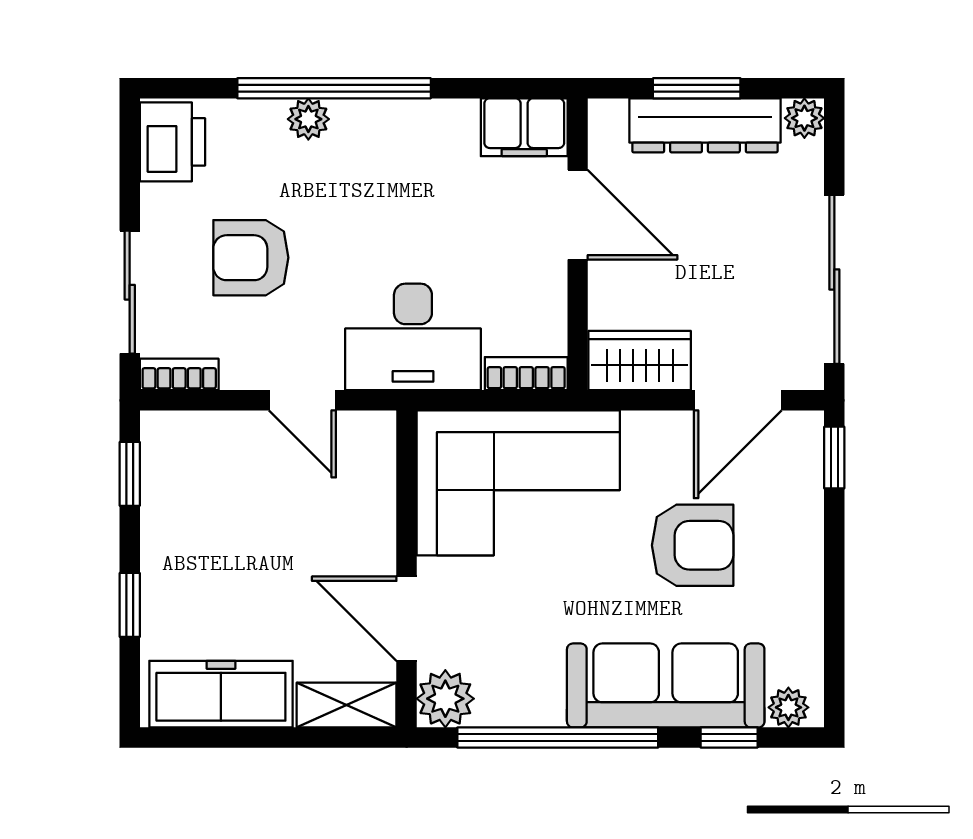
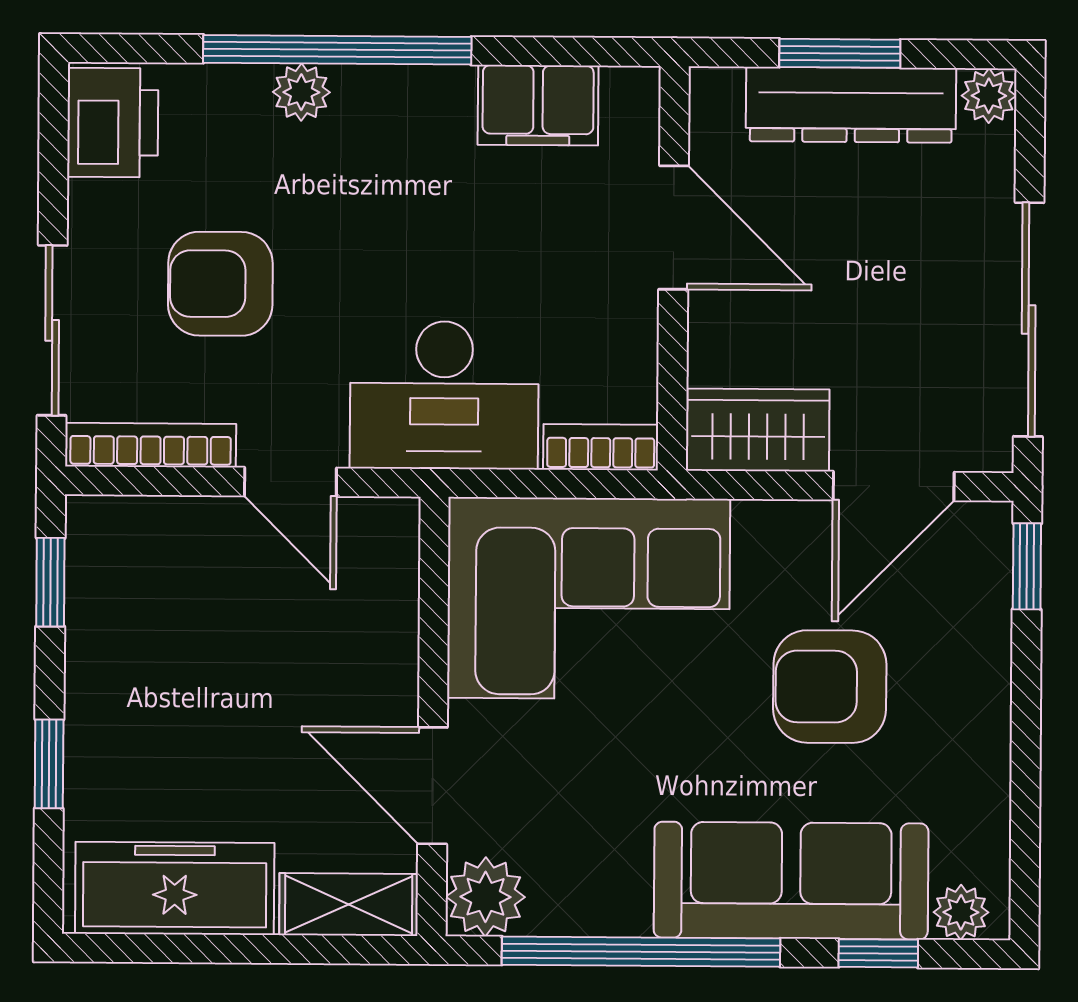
filing cabinet: (524, 127) -> (538, 105), moved
bookcase: (179, 374) -> (151, 445), width x1.56
armchair: (693, 545) -> (830, 687), turned 180

